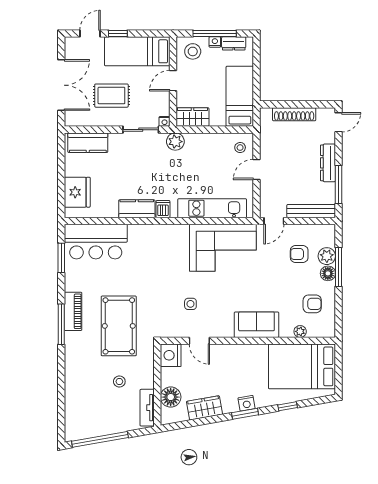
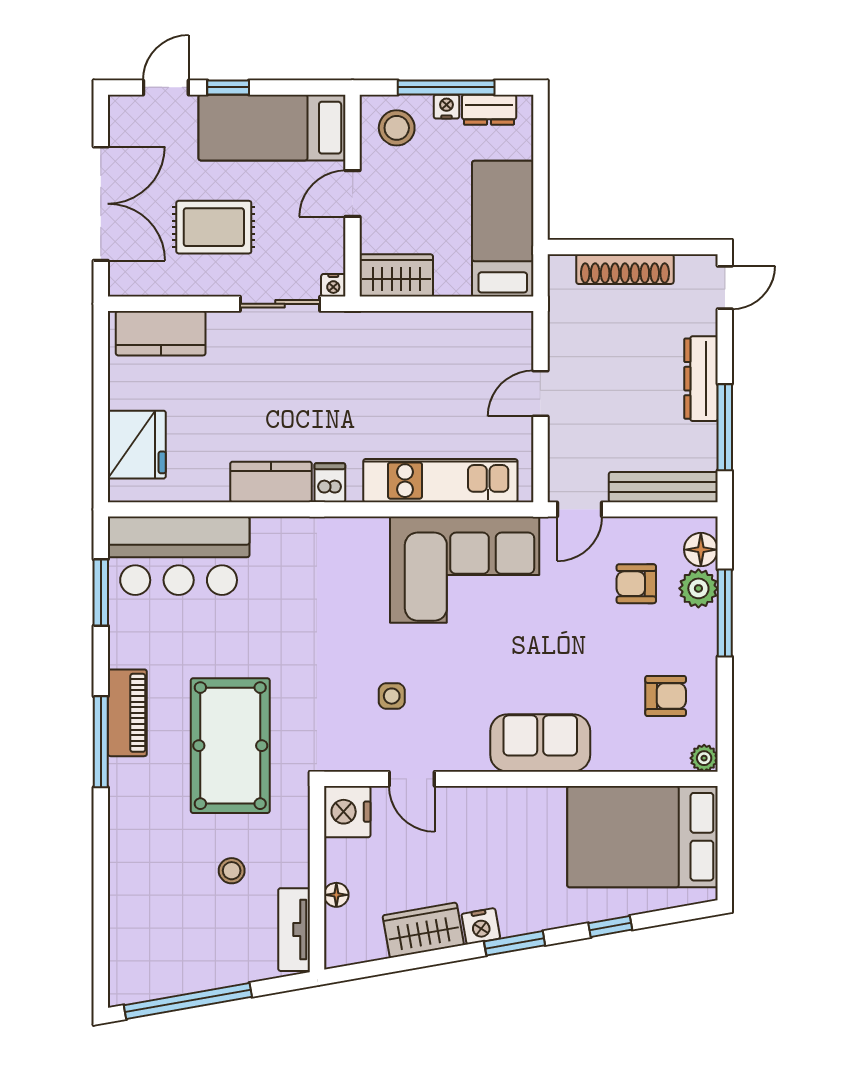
plant: (175, 142) -> (358, 331), removed
stool: (240, 148) -> (503, 344), removed
floor lamp: (328, 273) -> (701, 550), moved
plant: (300, 331) -> (704, 758), moved
floor lamp: (171, 397) -> (336, 895), width x0.53, depth x0.53
nightstand: (247, 403) -> (481, 926), moved

